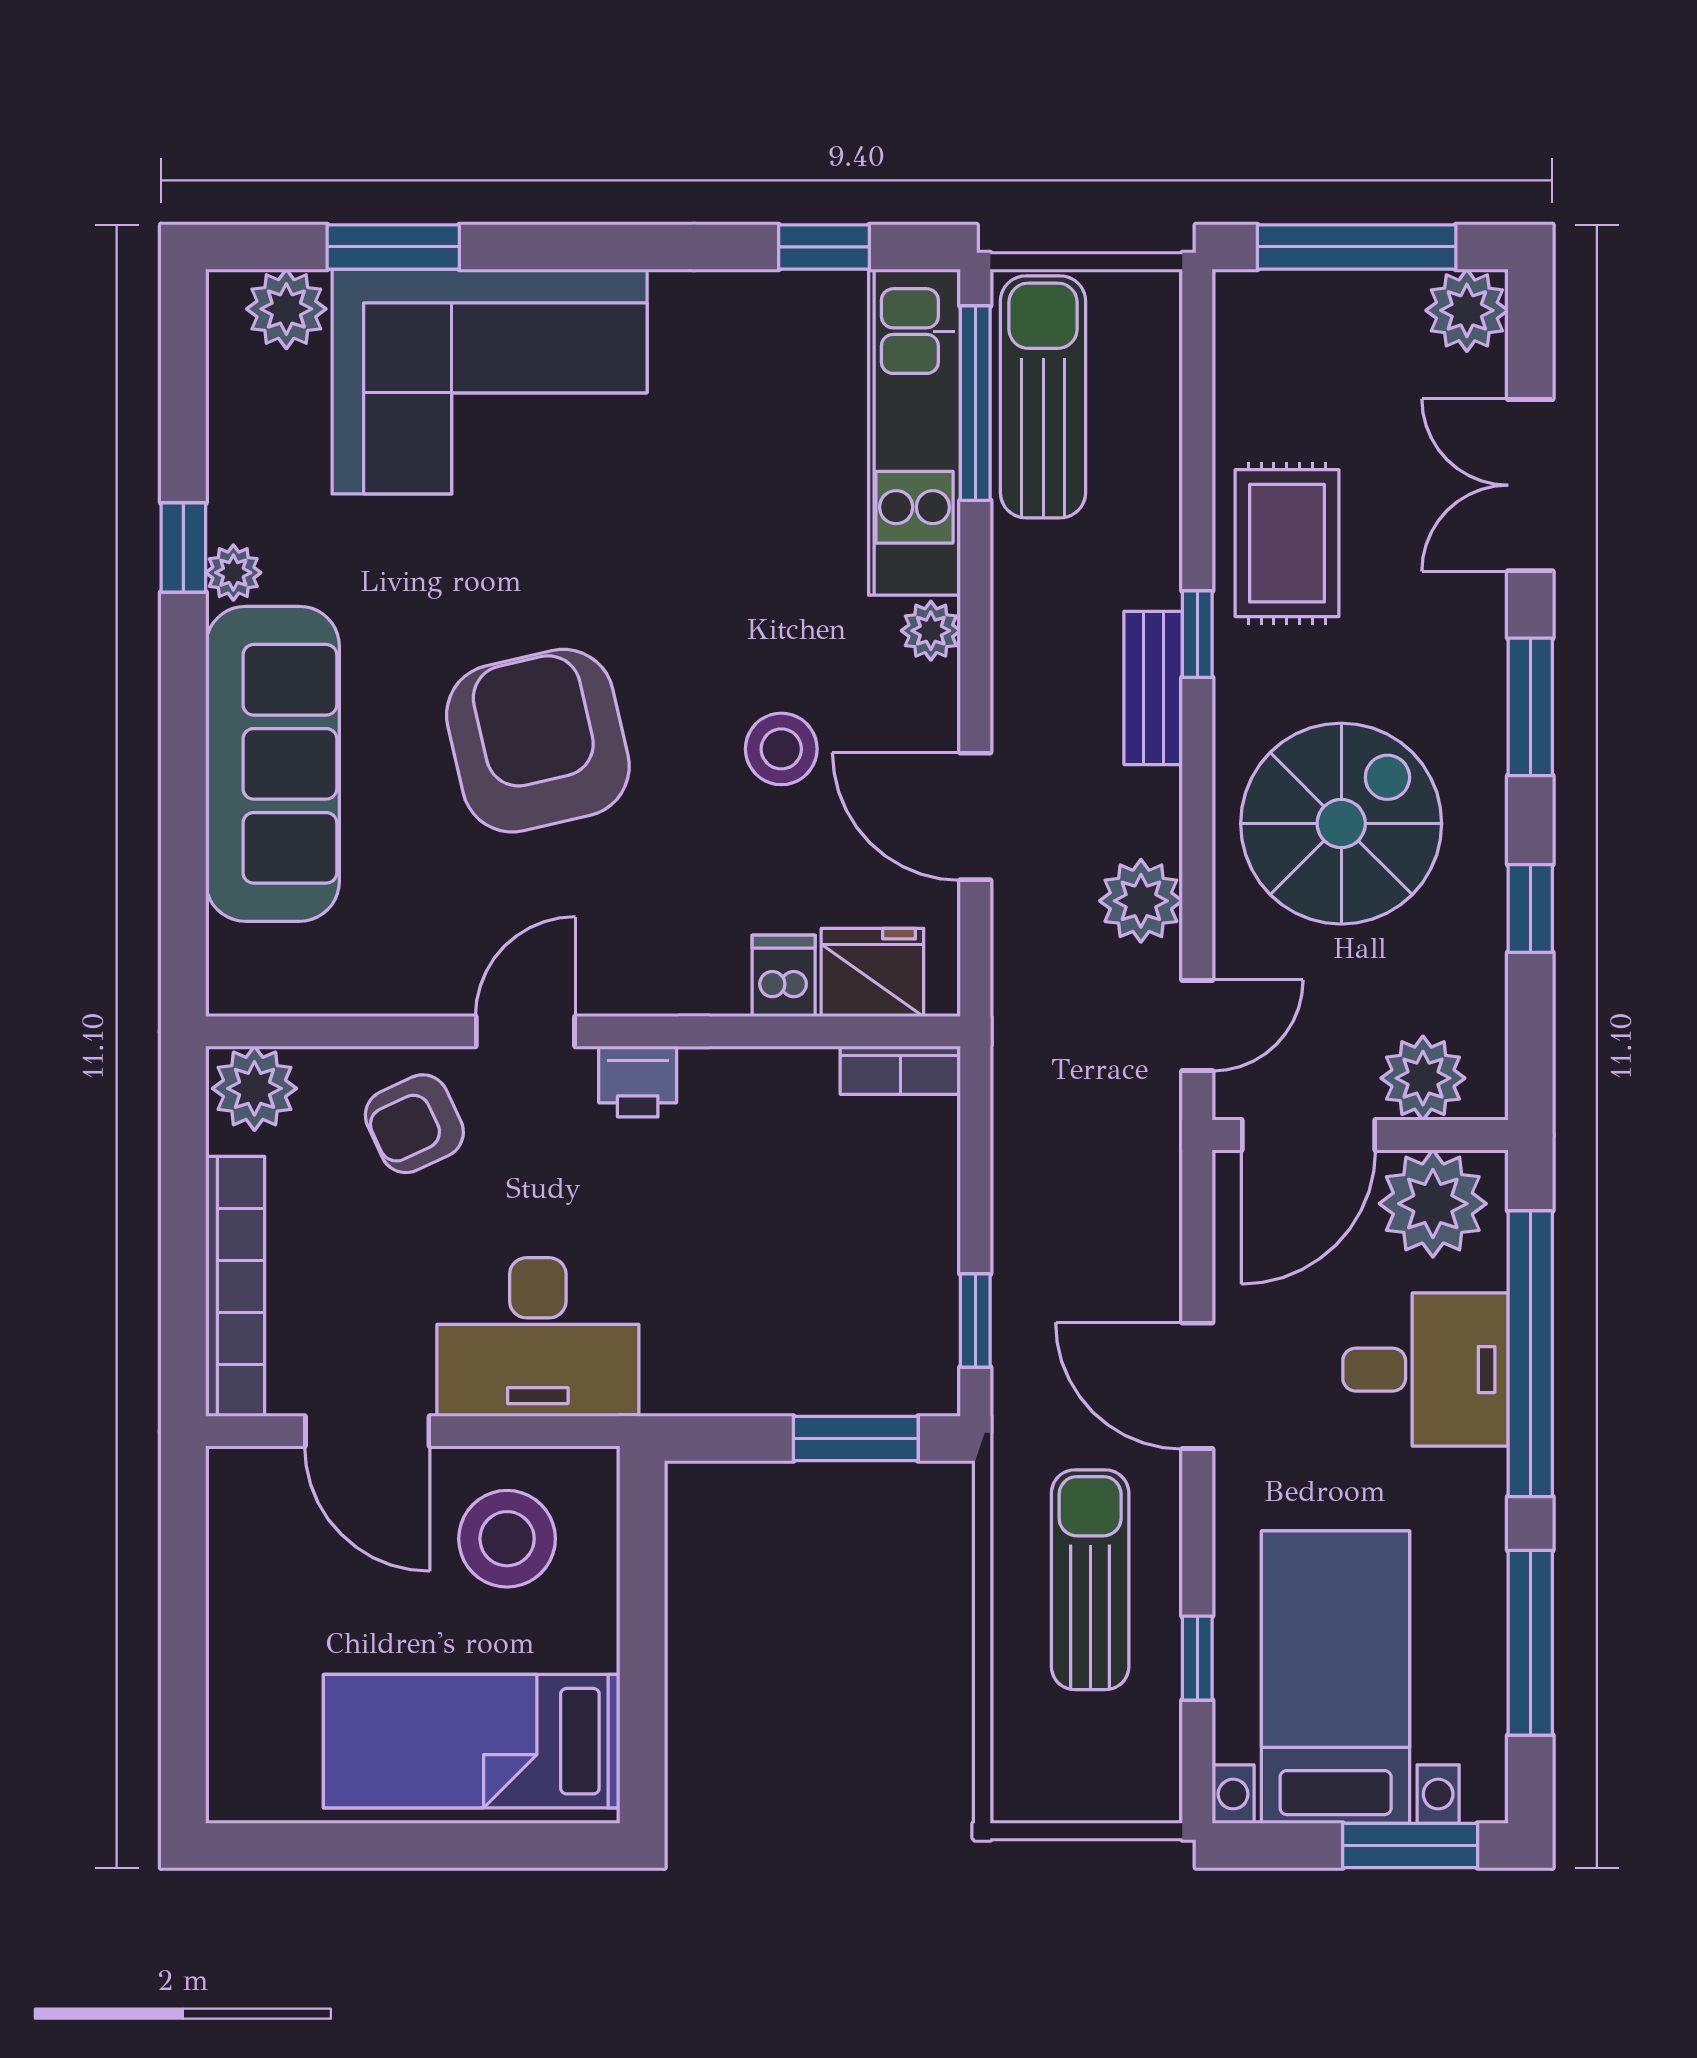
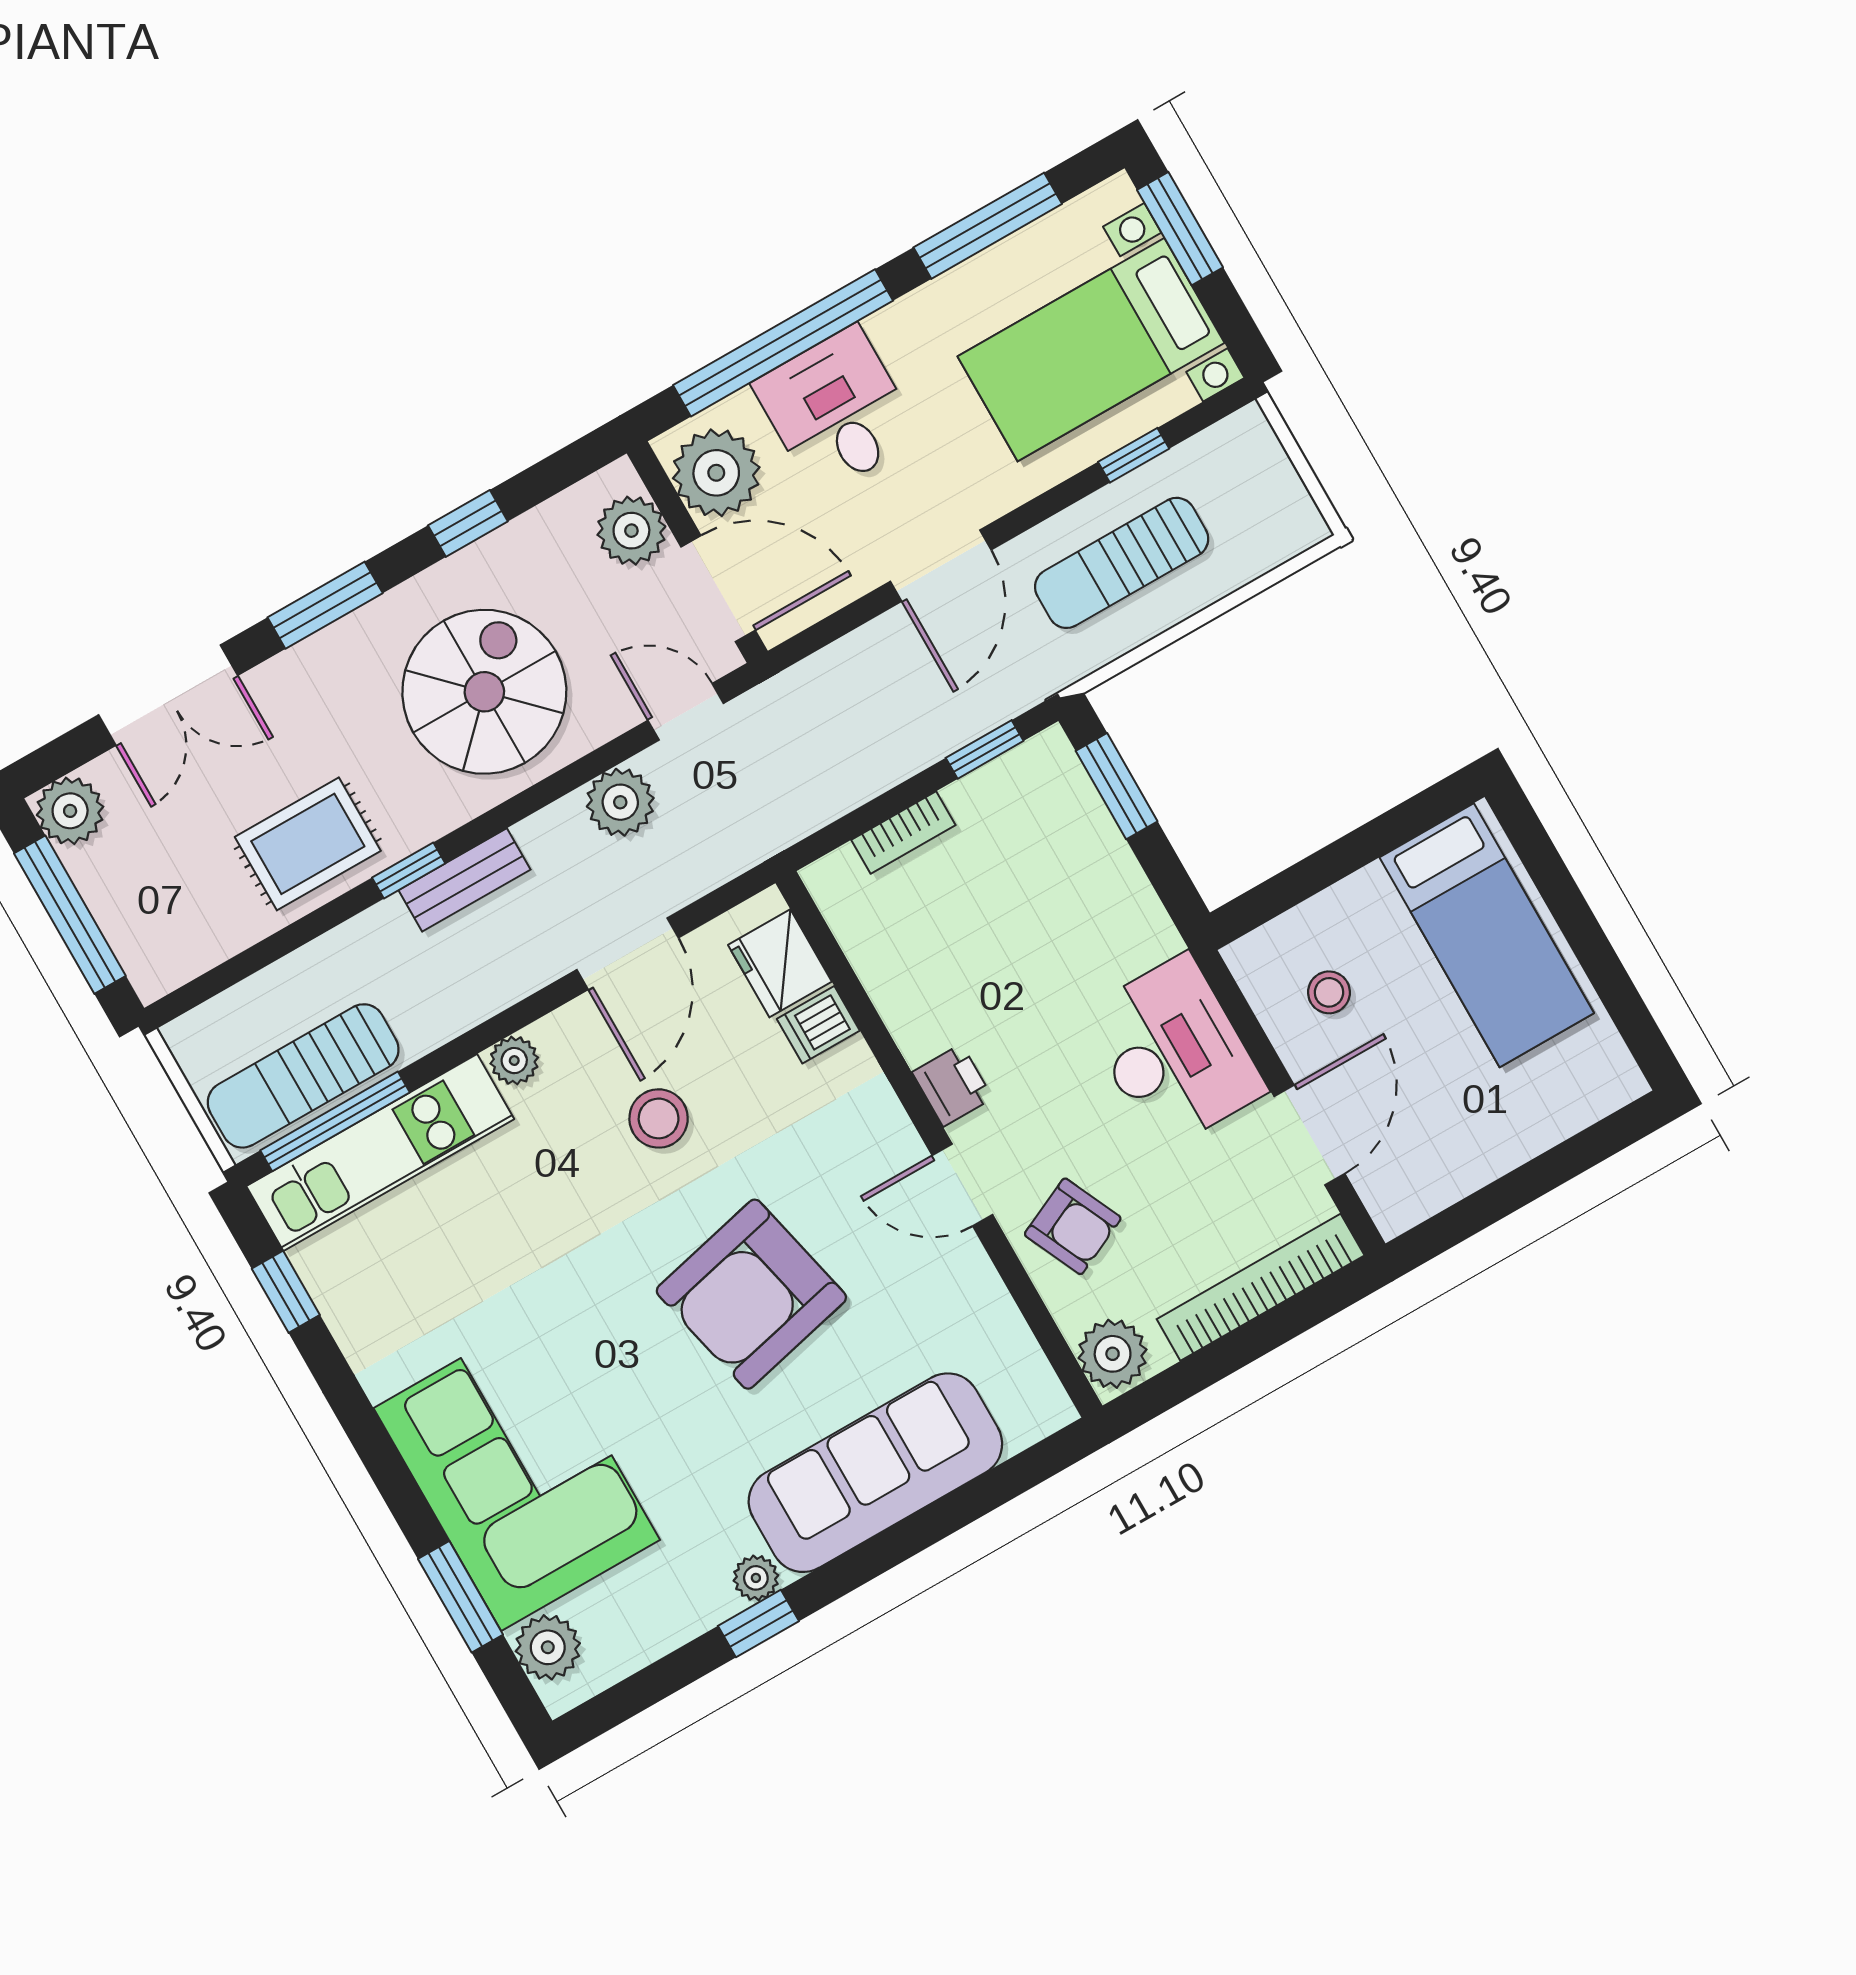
spiral stairs: (1341, 824) -> (484, 692), turned 90
bookcase: (900, 1070) -> (903, 832), moved, turned 90
stool: (507, 1539) -> (1329, 992), width x0.53, depth x0.53

